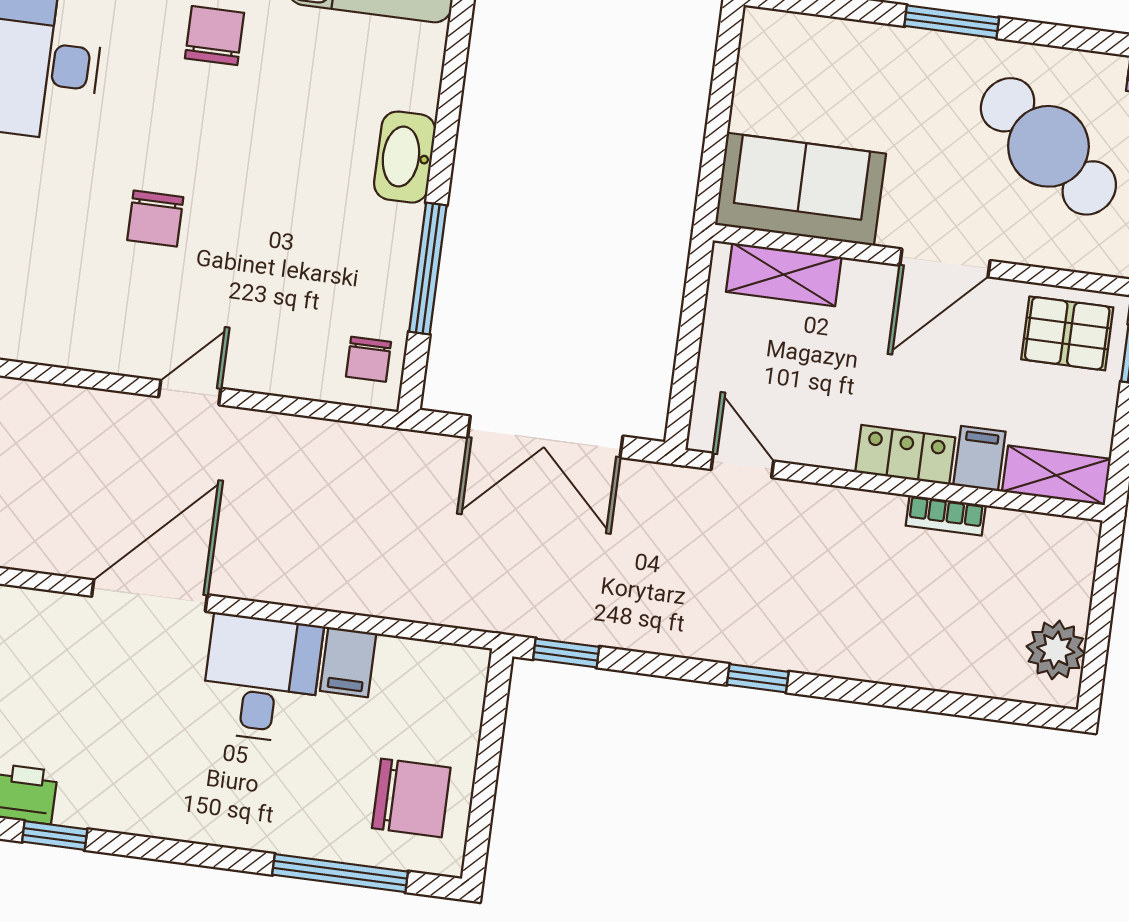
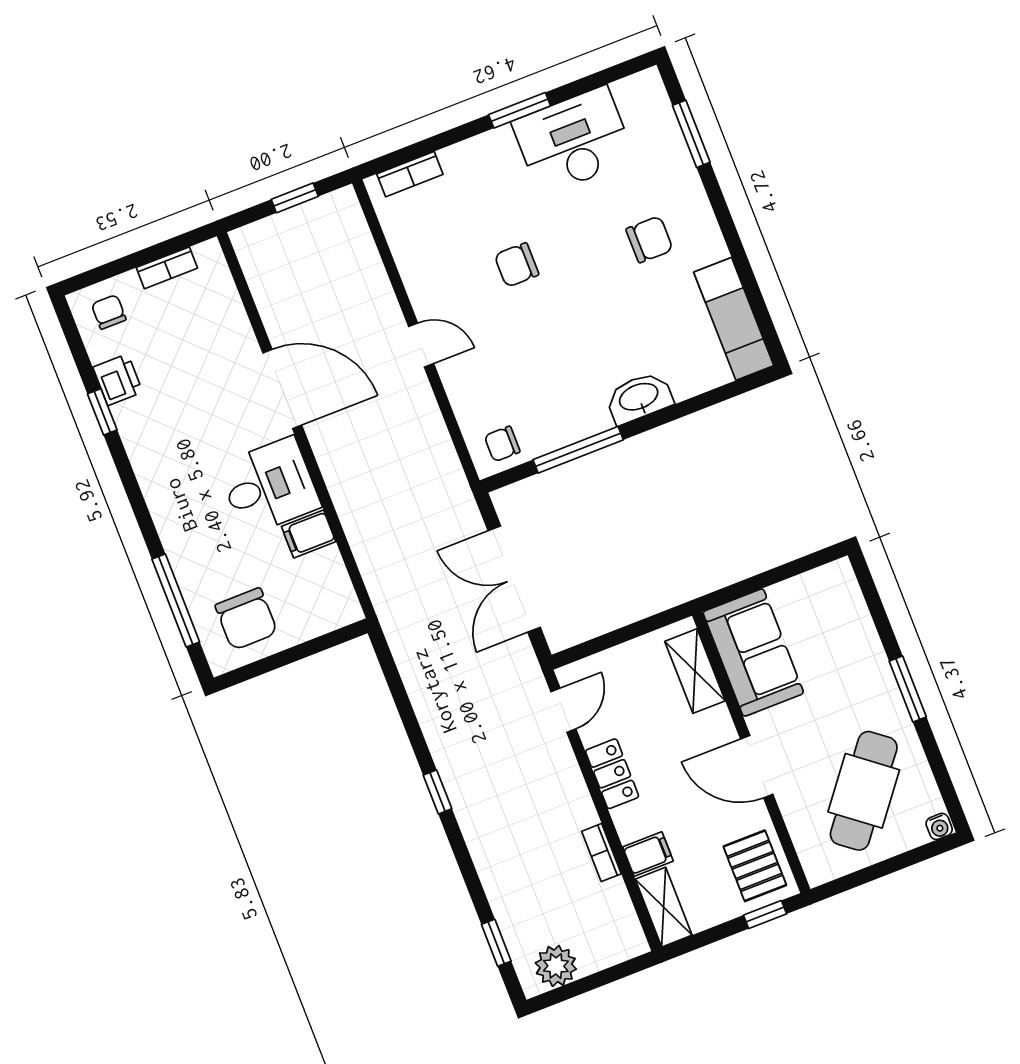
locker: (905, 455) -> (612, 774), moved
window: (566, 653) -> (496, 943), moved

